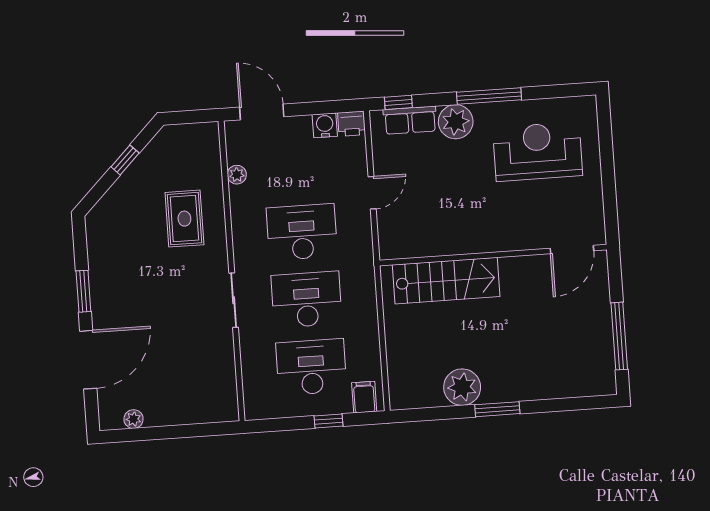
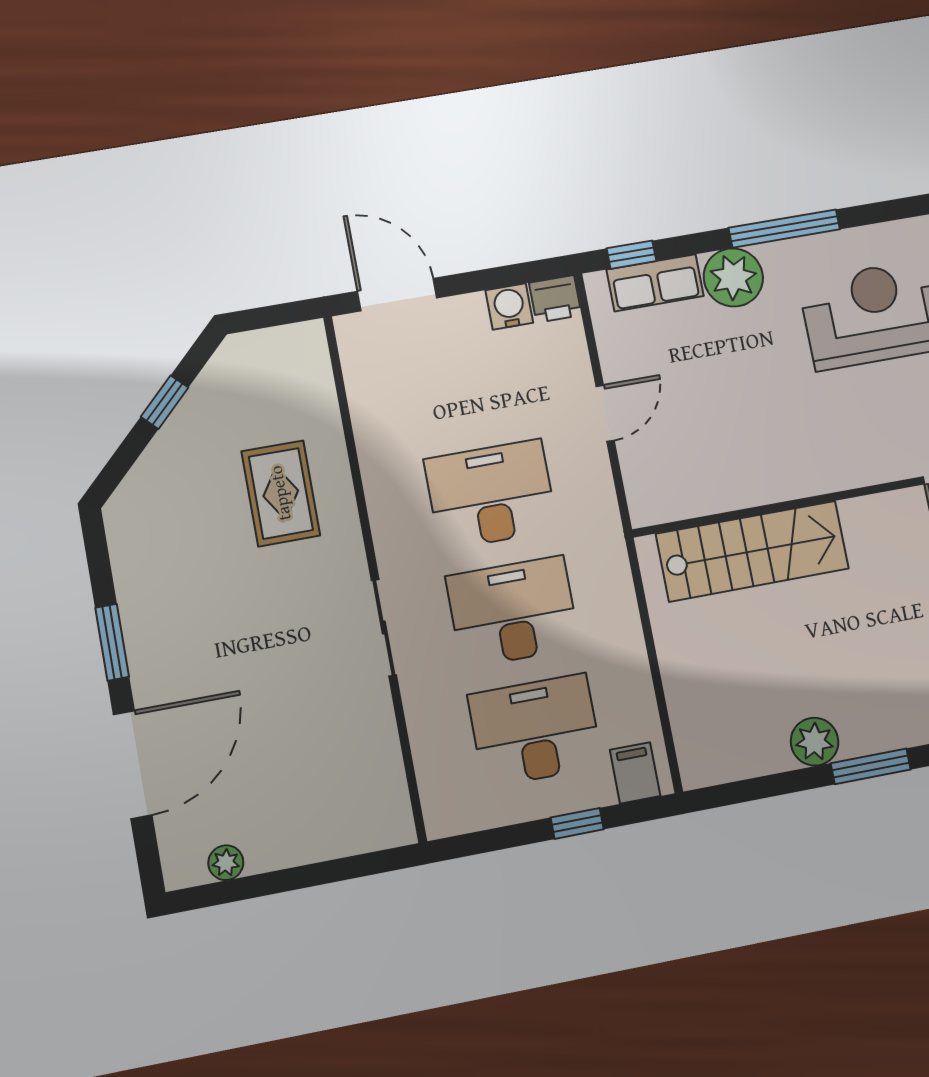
plant: (237, 175) -> (365, 407), removed
plant: (462, 387) -> (815, 742), width x0.73, depth x0.73

